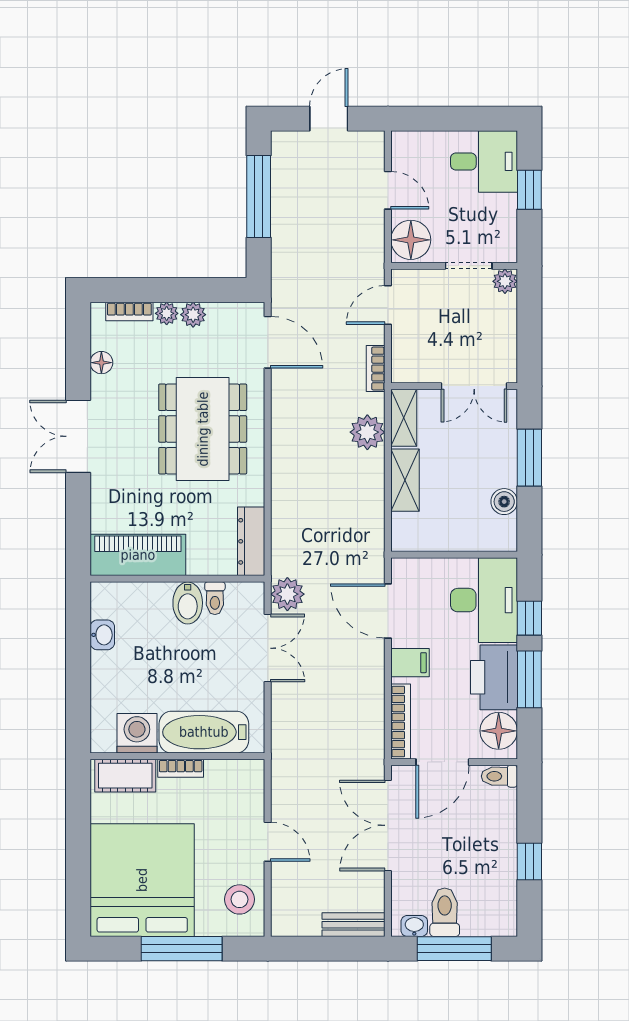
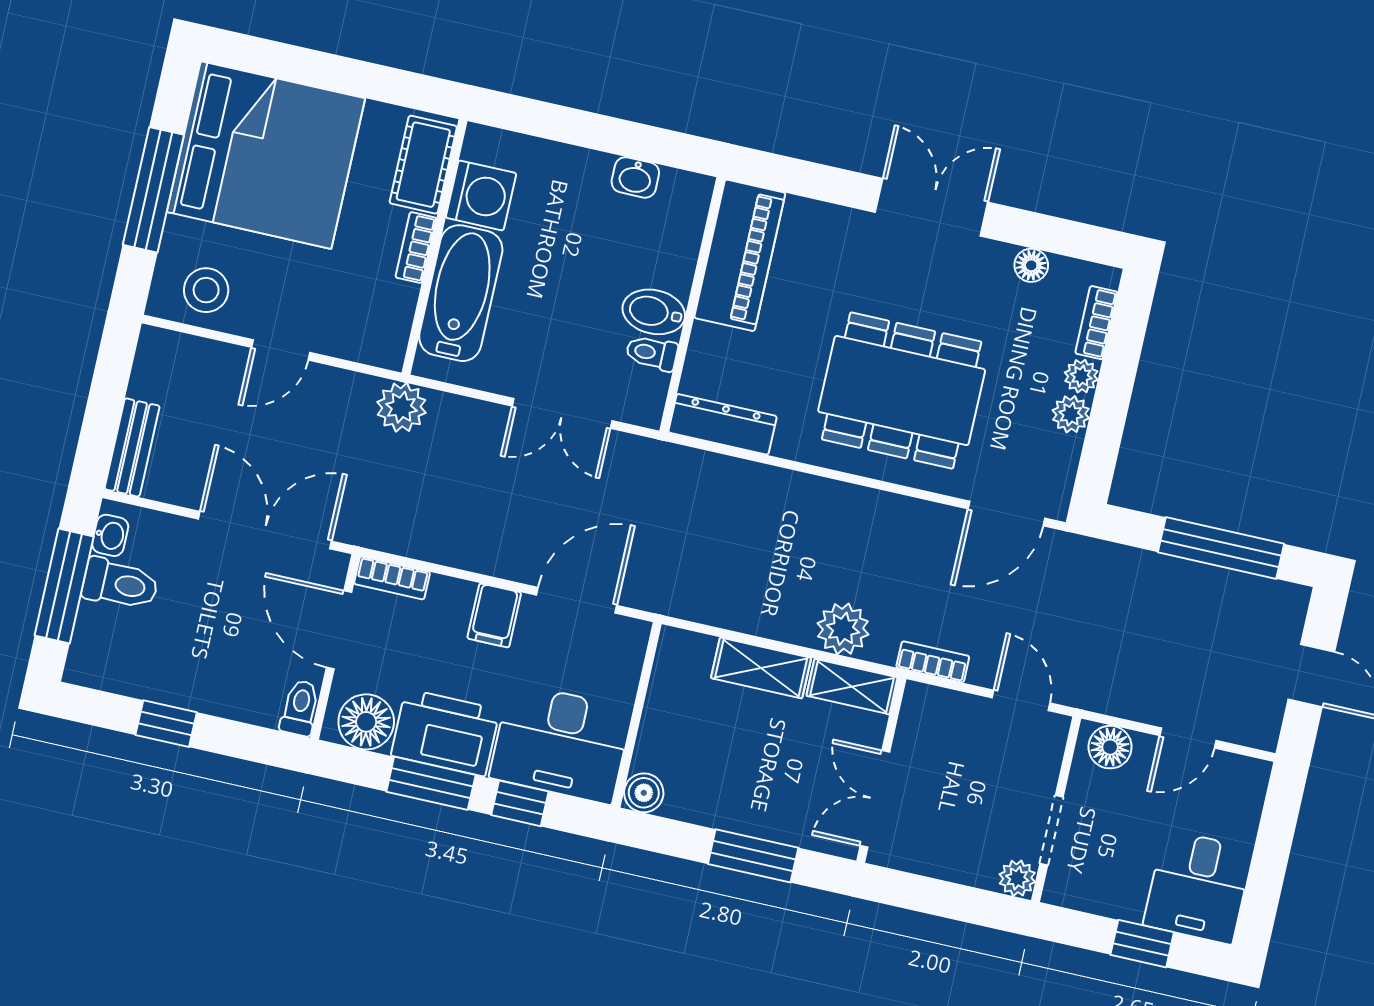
floor lamp: (411, 240) -> (1110, 747), width x0.73, depth x0.73
boiler: (504, 502) -> (644, 793), moved
plant: (287, 594) -> (401, 407), moved
bookcase: (401, 722) -> (392, 578), width x0.64

